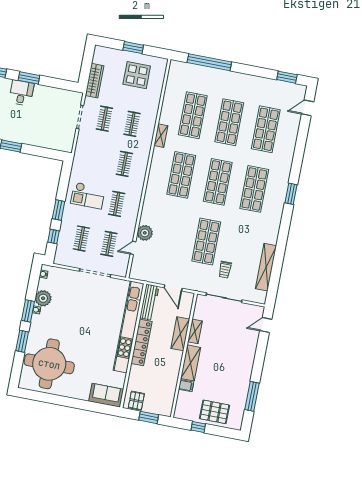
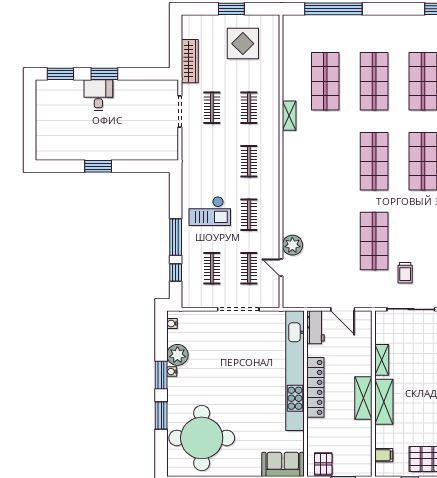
shop shelf: (181, 175) -> (325, 161), removed
window: (59, 210) -> (176, 237), width x1.44
door: (133, 248) -> (281, 267), hinge flipped
workbench: (149, 302) -> (316, 327), width x0.73
shelving: (180, 334) -> (363, 398), moved
filing cabinet: (186, 386) -> (384, 455), moved

